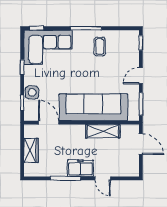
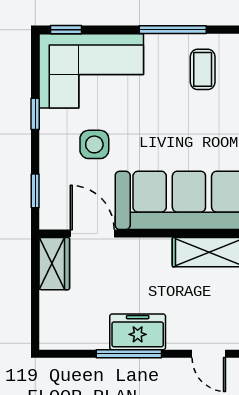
side table: (32, 92) -> (94, 144), moved
wardrobe: (31, 150) -> (54, 264), moved
freezer: (80, 168) -> (138, 332), moved

